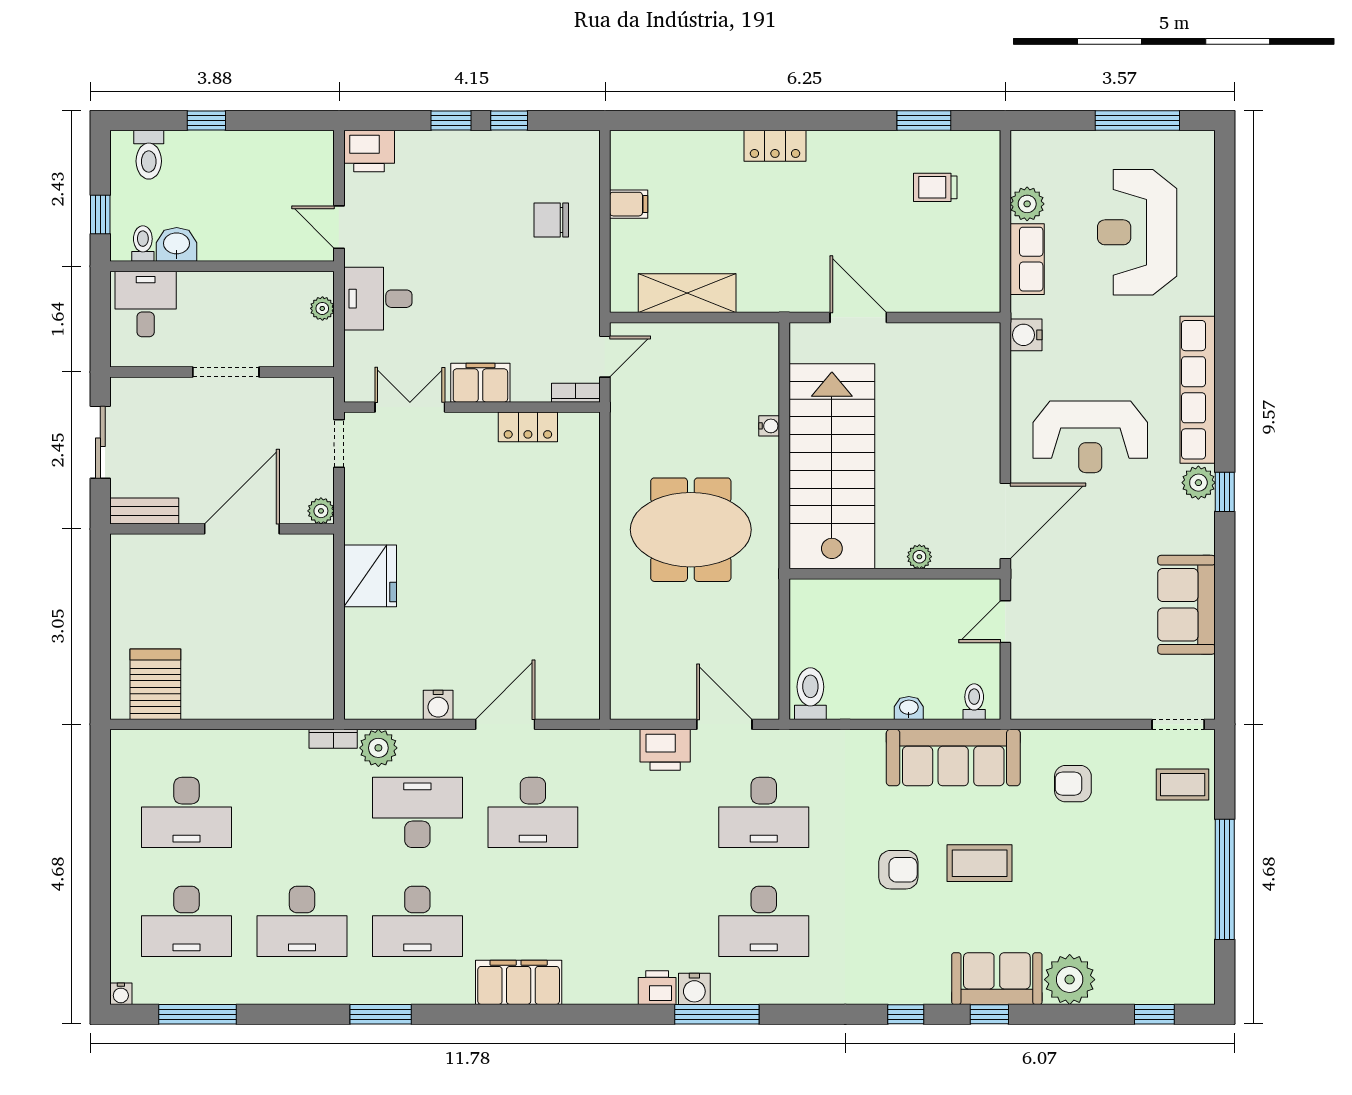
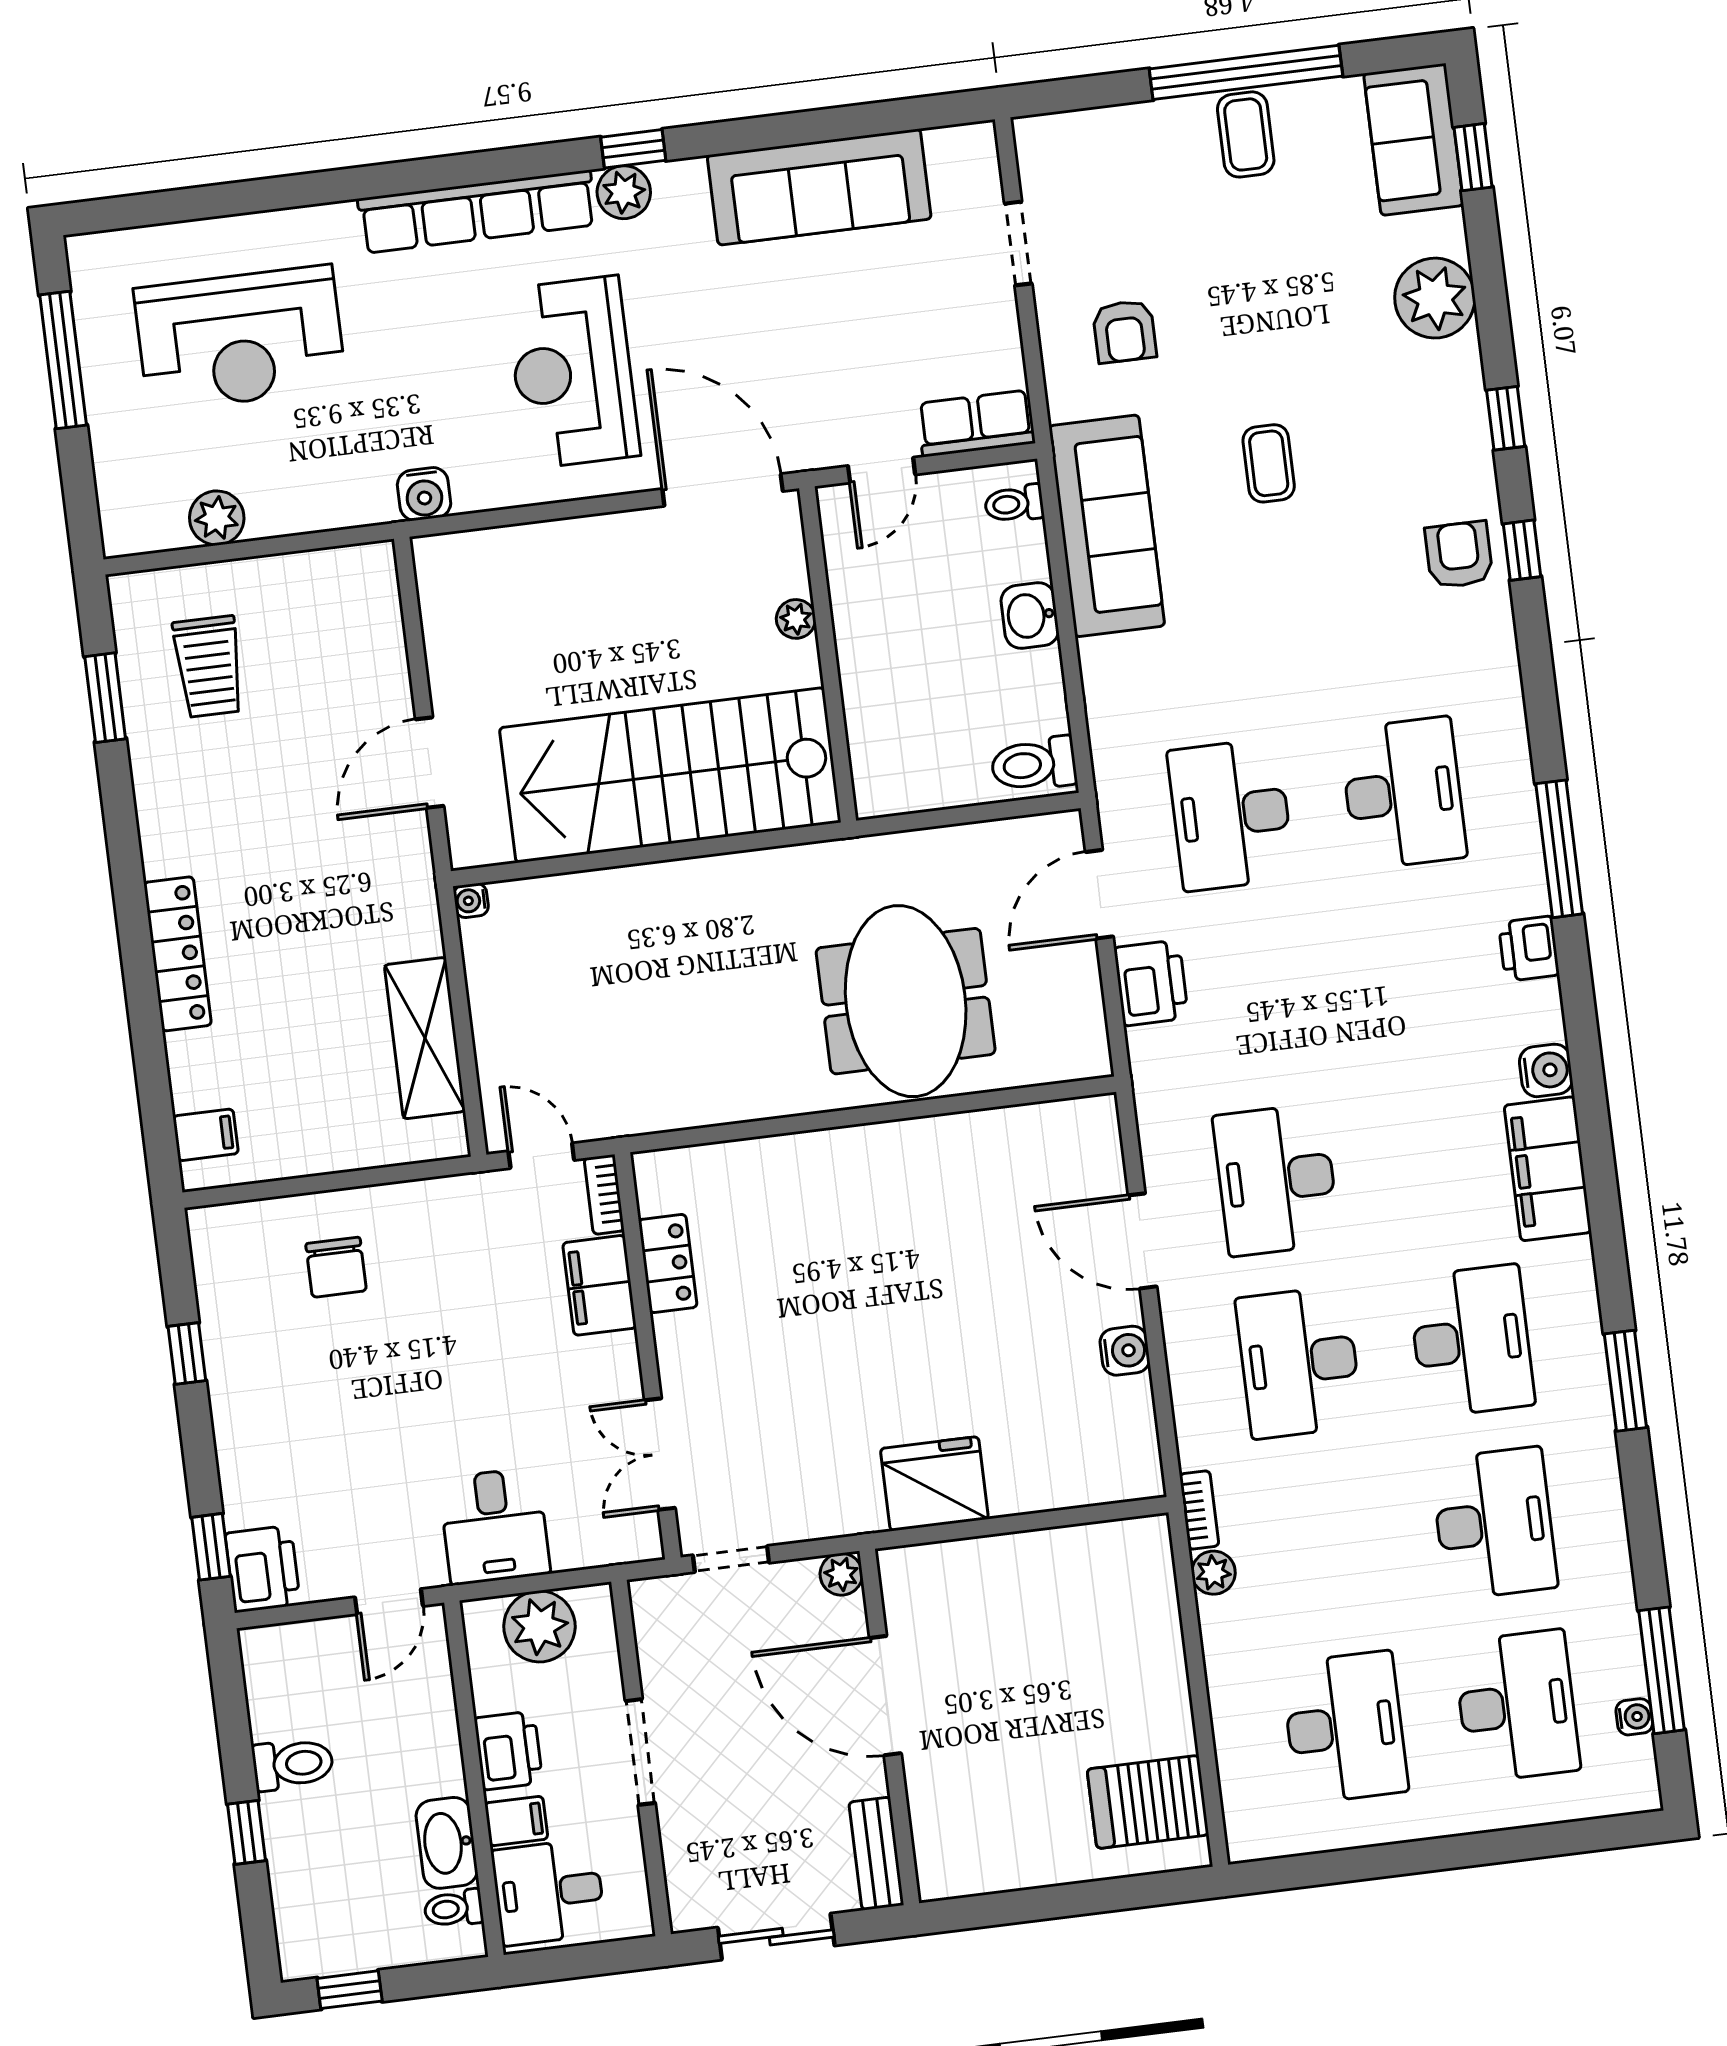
window: (451, 120) -> (211, 1547), moved
locker: (775, 146) -> (178, 954), width x1.53
toilet: (149, 155) -> (293, 1764), moved
trolley: (935, 187) -> (209, 667), width x1.36, depth x1.39
filing cabinet: (629, 204) -> (206, 1135), moved, turned 90
window: (100, 214) -> (350, 1990), moved
washbasin: (177, 244) -> (447, 1843), width x1.38
row of seats: (1027, 259) -> (976, 423), moved
filing cabinet: (192, 289) -> (516, 1821), added
printer: (237, 290) -> (509, 1750), added
plant: (322, 308) -> (539, 1626), width x1.88, depth x1.88
filing cabinet: (480, 383) -> (600, 1285), moved
water cooler: (769, 426) -> (471, 901), moved, turned -90
reception desk: (1090, 437) -> (573, 372), turned 180
meeting table: (691, 530) -> (906, 1001), moved
sofa: (1187, 605) -> (819, 187), width x1.36
door: (1005, 622) -> (882, 470), hinge flipped
washbasin: (909, 708) -> (1030, 616), width x1.38, depth x1.45
doorway: (1178, 724) -> (1018, 243), moved
plant: (378, 748) -> (1213, 1573), moved, width x0.73, depth x0.73
coffee table: (1183, 785) -> (1246, 134), moved
desk: (533, 812) -> (1276, 1180), turned 180
desk: (764, 812) -> (1231, 815), turned 180
coffee table: (980, 863) -> (1269, 463), width x0.73, depth x0.77
armchair: (898, 870) -> (1459, 555), moved
sofa: (997, 979) -> (1414, 139), moved
water cooler: (694, 989) -> (1546, 1070), moved
water cooler: (121, 994) -> (1634, 1717), moved

